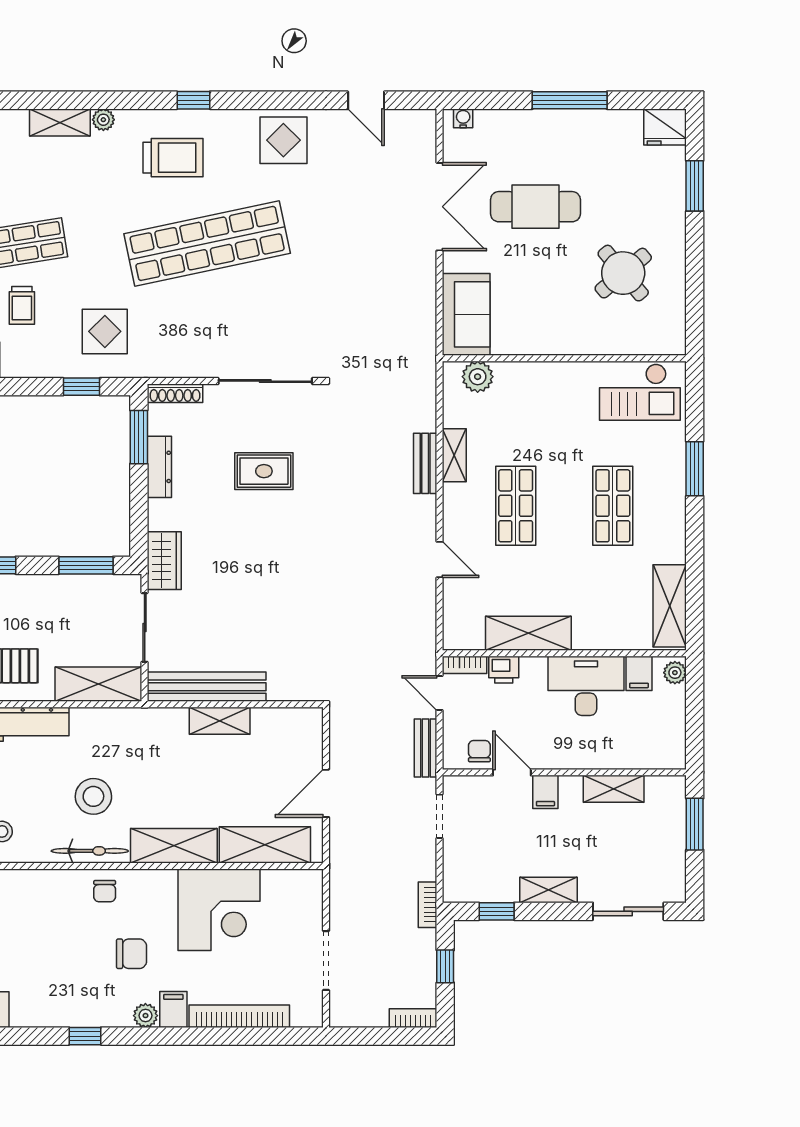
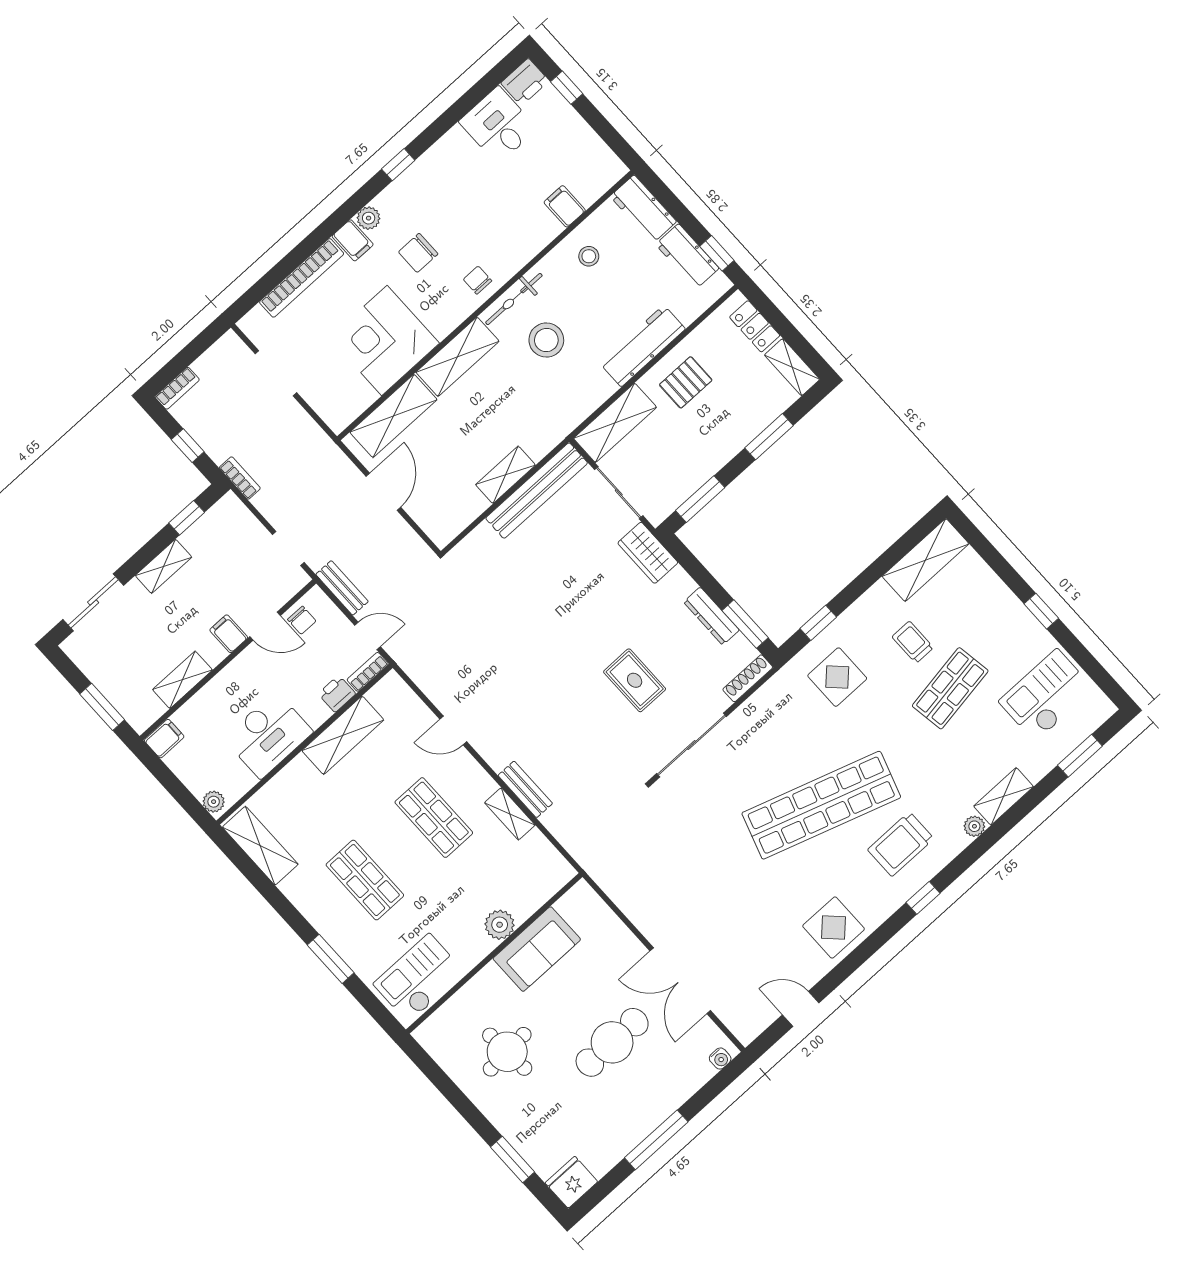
shop shelf: (207, 243) -> (821, 805), turned 30
round table: (623, 273) -> (507, 1052), turned 36
sofa: (466, 314) -> (537, 949), moved, turned -90
plant: (478, 377) -> (500, 925), moved
rug: (264, 471) -> (635, 680), turned 90
filing cabinet: (639, 673) -> (164, 739), moved, turned 90

